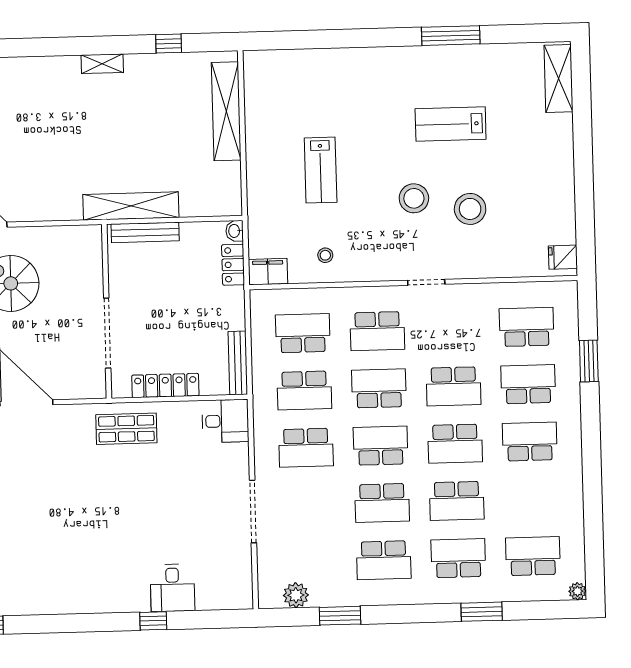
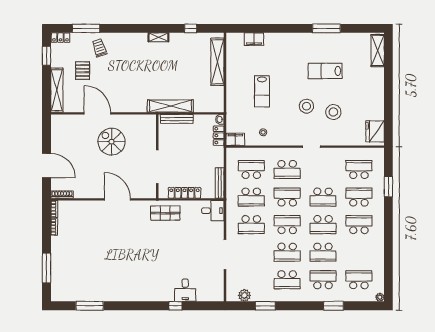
filing cabinet: (301, 62) -> (254, 39), added
fridge: (563, 257) -> (375, 131), width x1.88, depth x1.34

